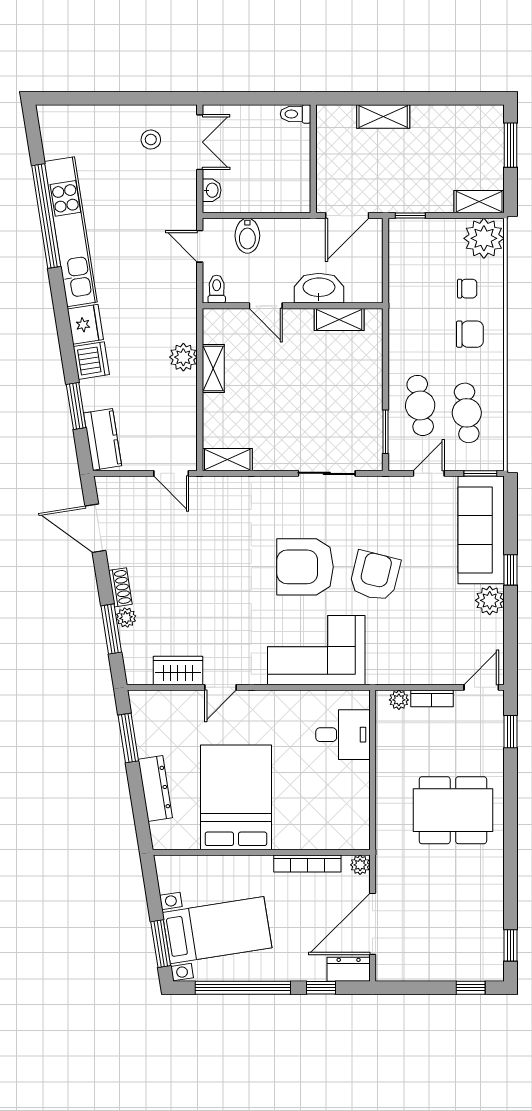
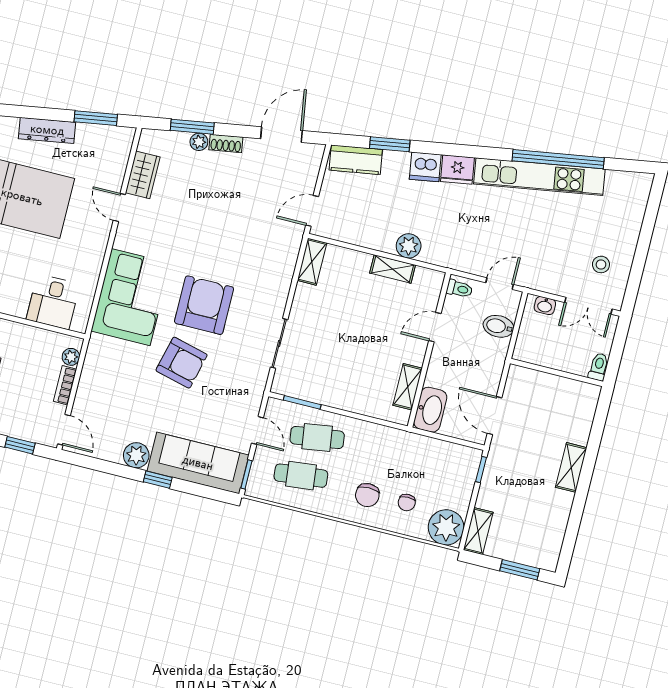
toilet: (296, 114) -> (599, 367), moved
wall: (313, 159) -> (557, 372), moved
washbasin: (319, 288) -> (430, 410), moved

